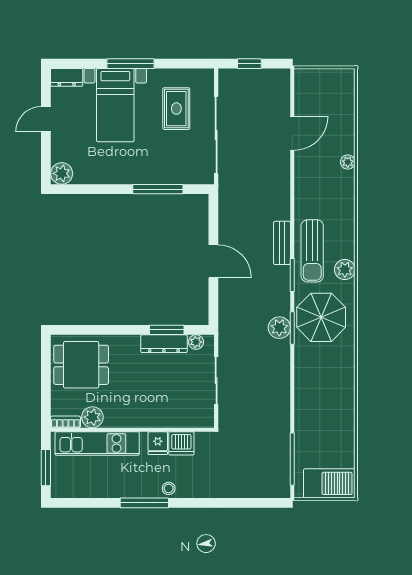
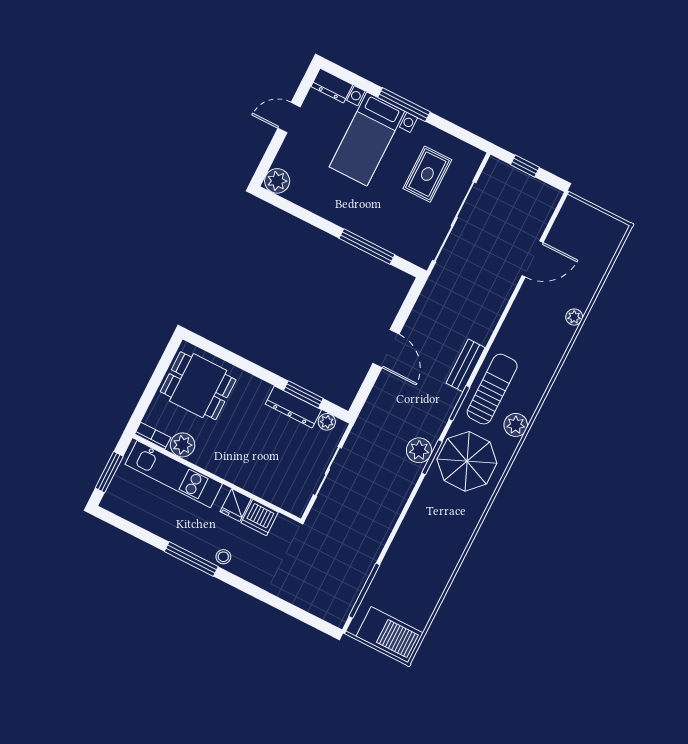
sun lounger: (312, 251) -> (492, 389), turned 180

